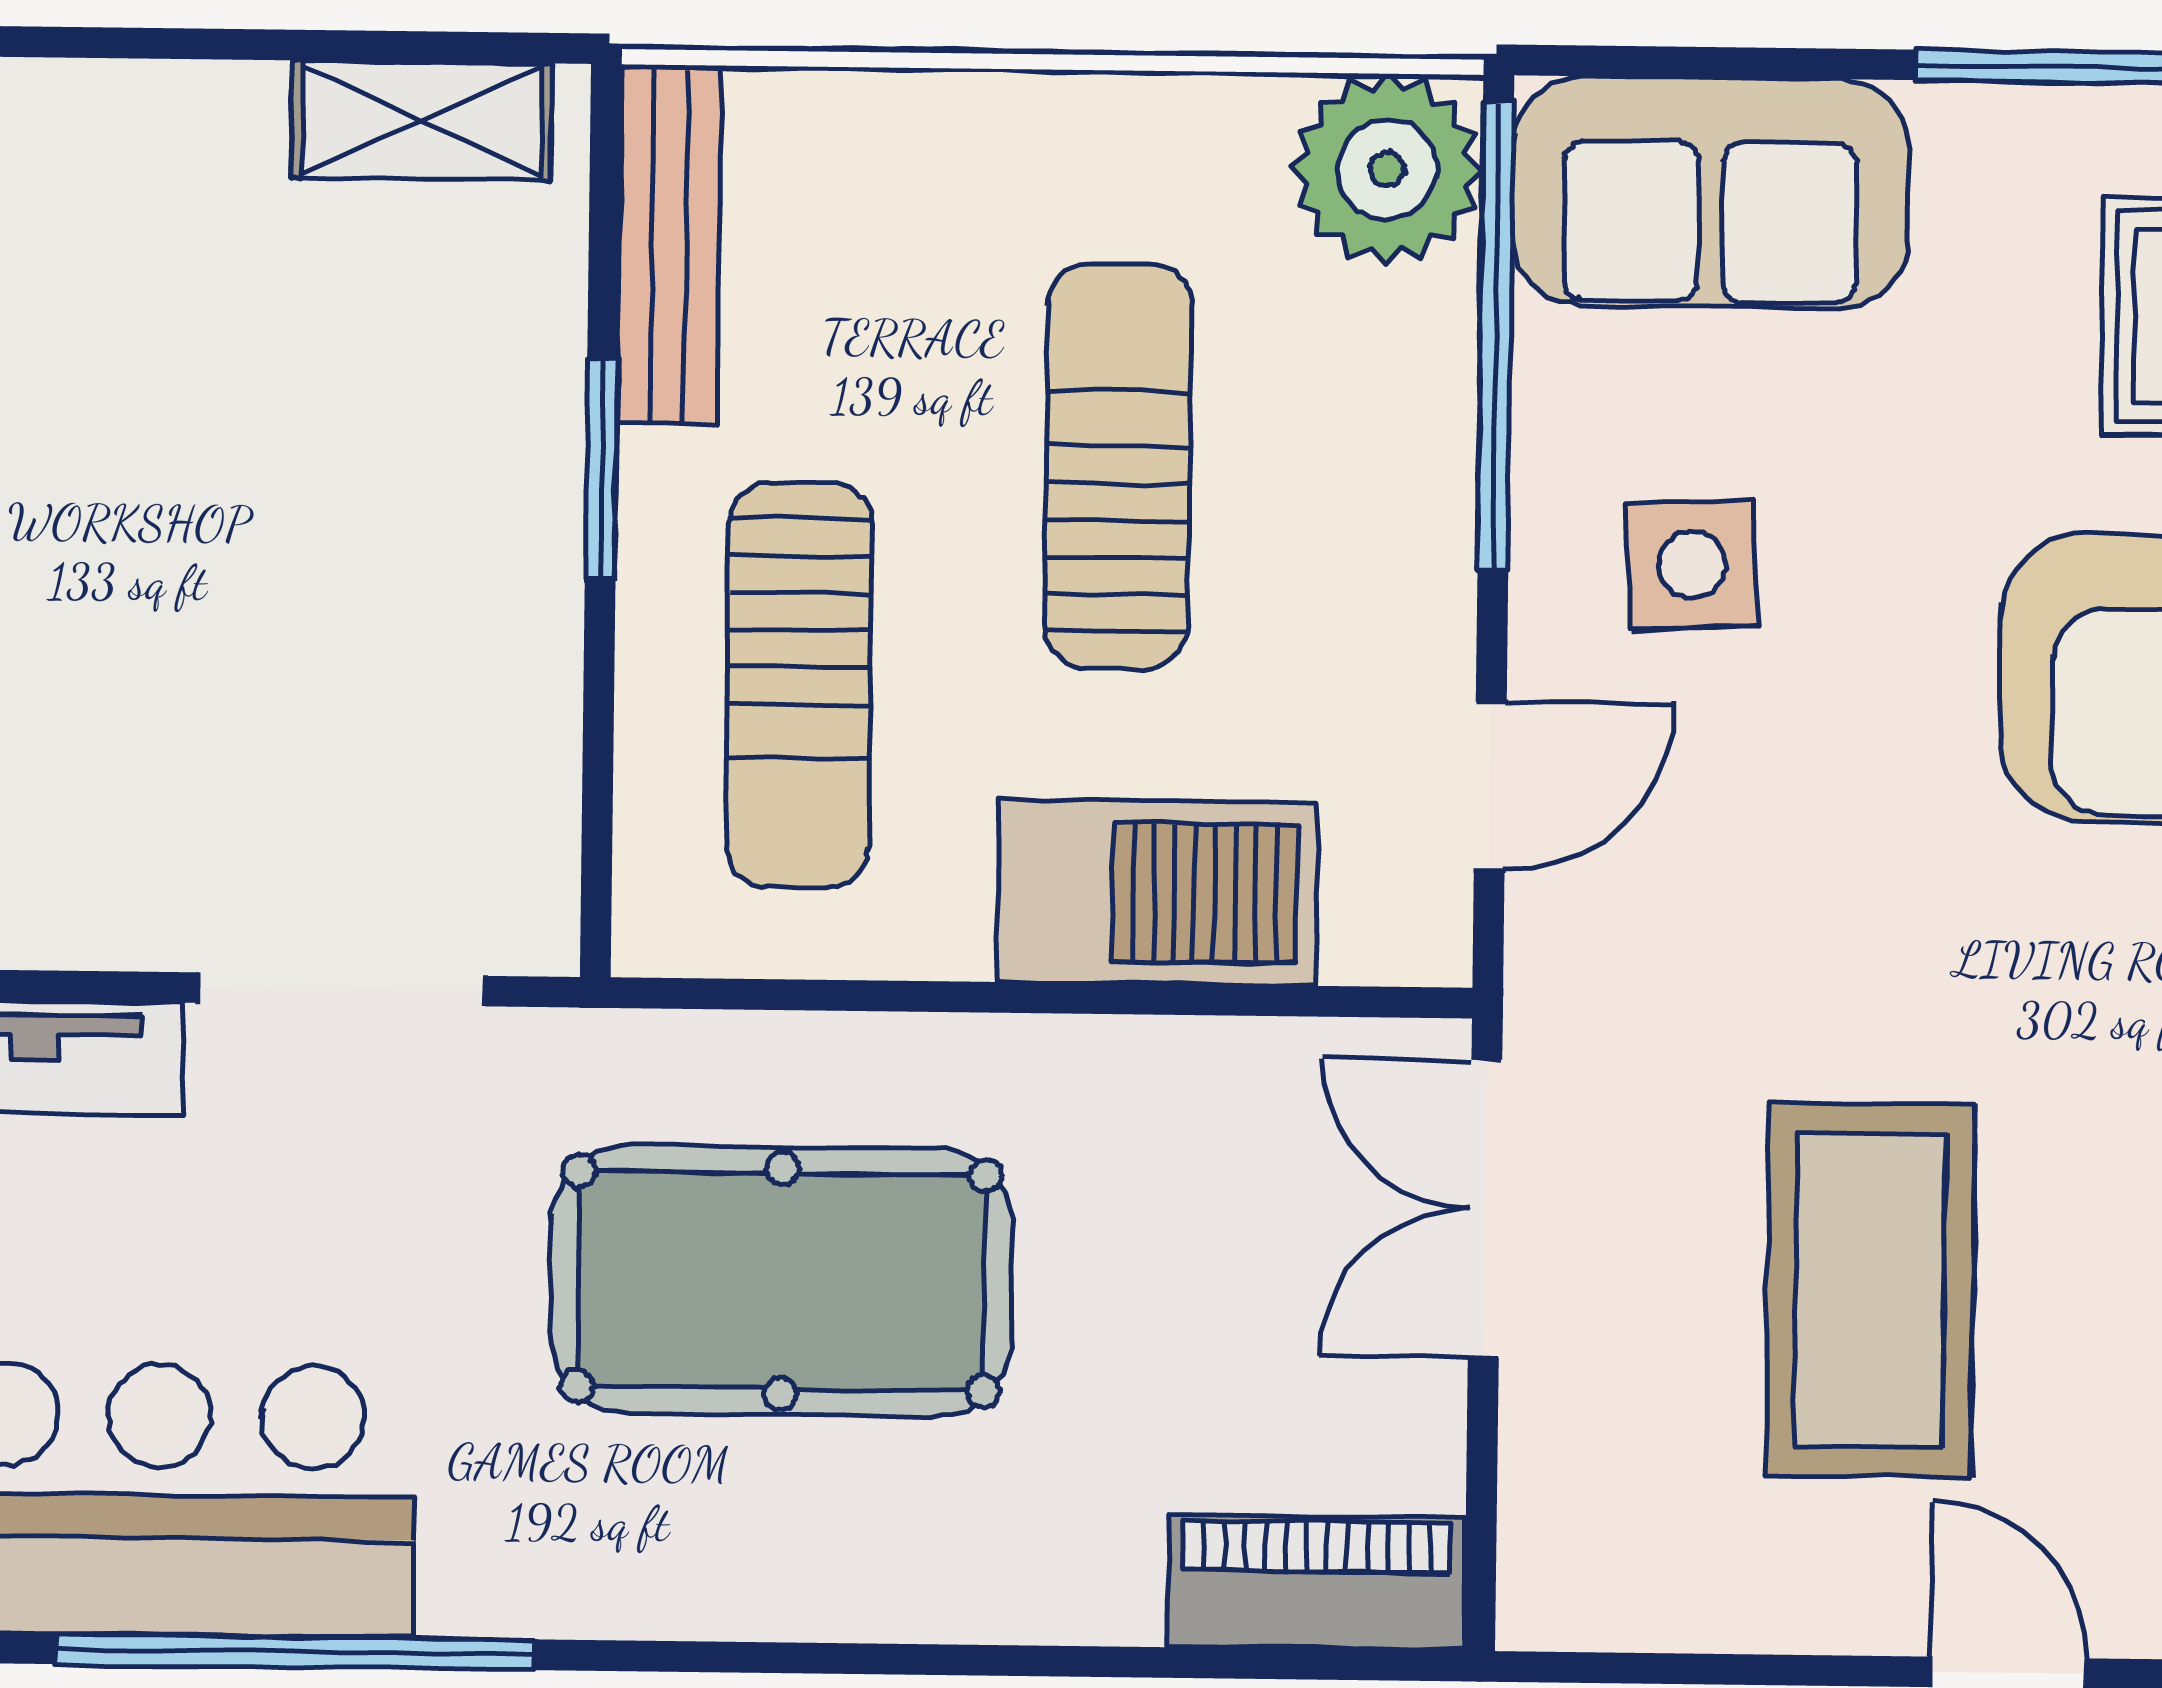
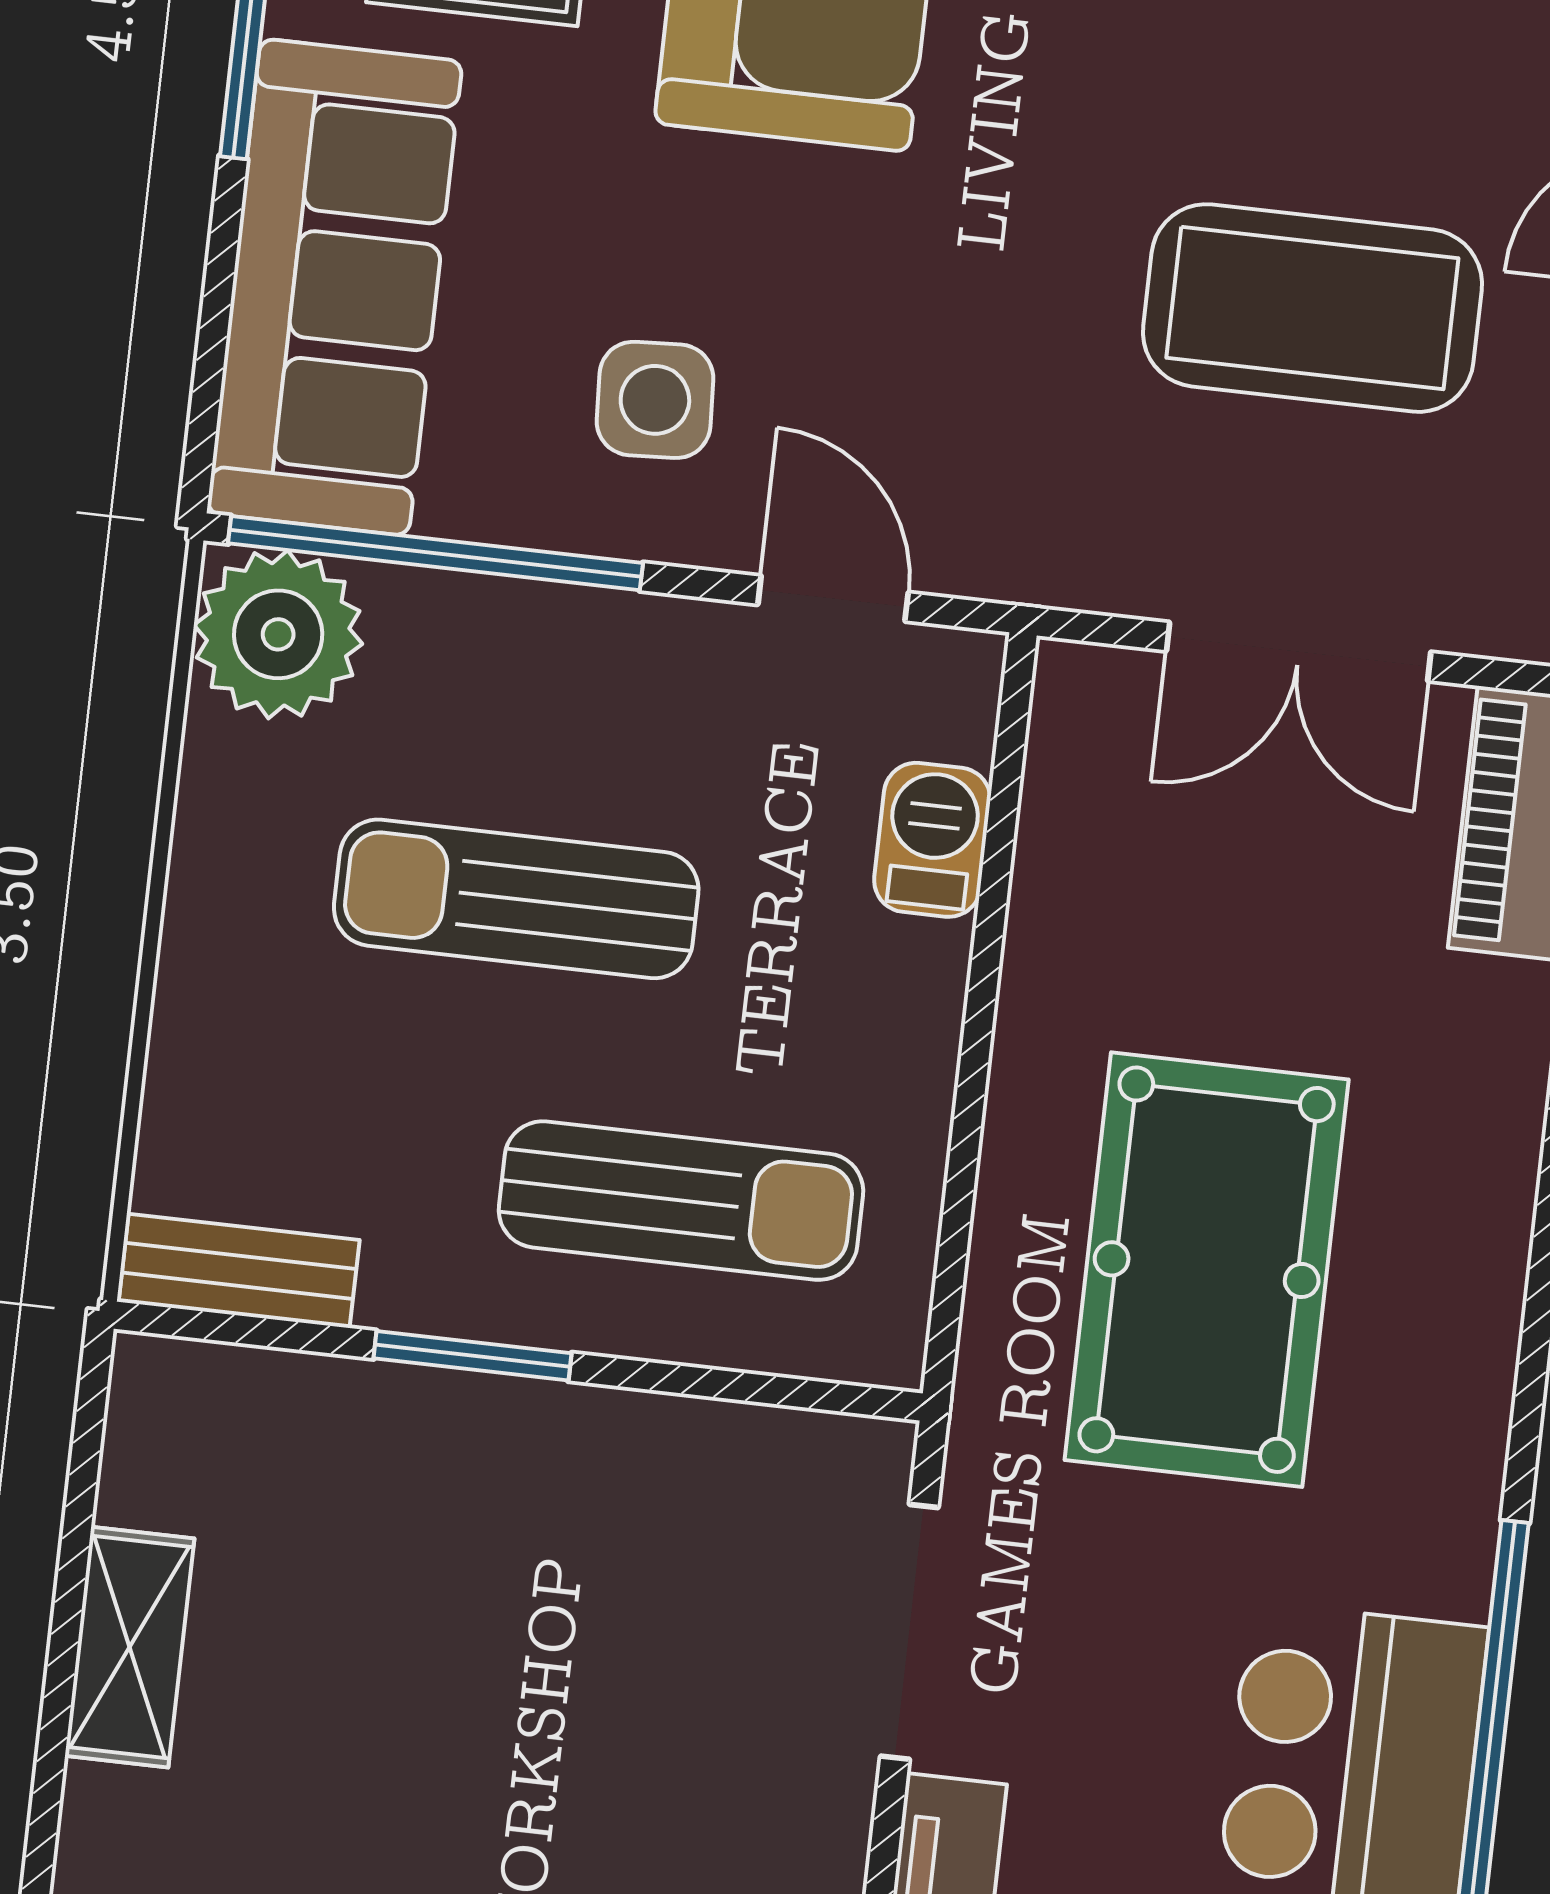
shelving: (422, 120) -> (130, 1647), moved
sofa: (1711, 192) -> (335, 287), width x1.36
bench: (669, 245) -> (239, 1271), width x0.73
barbecue: (1157, 892) -> (932, 840), width x0.53, depth x0.65
double door: (1485, 1209) -> (1299, 652), moved

